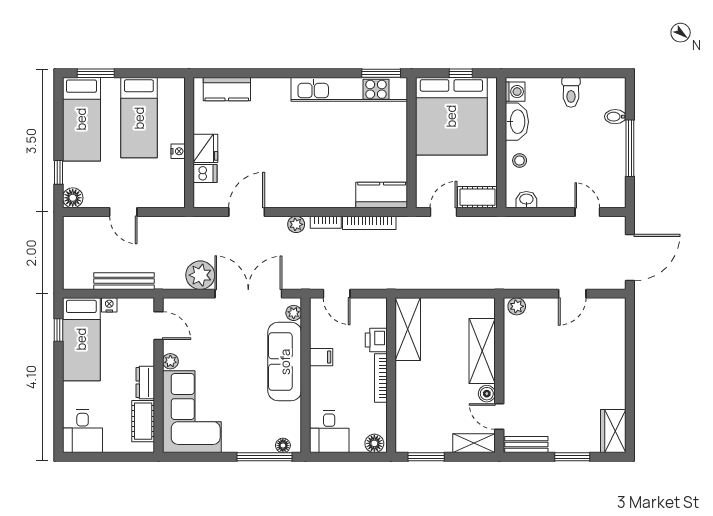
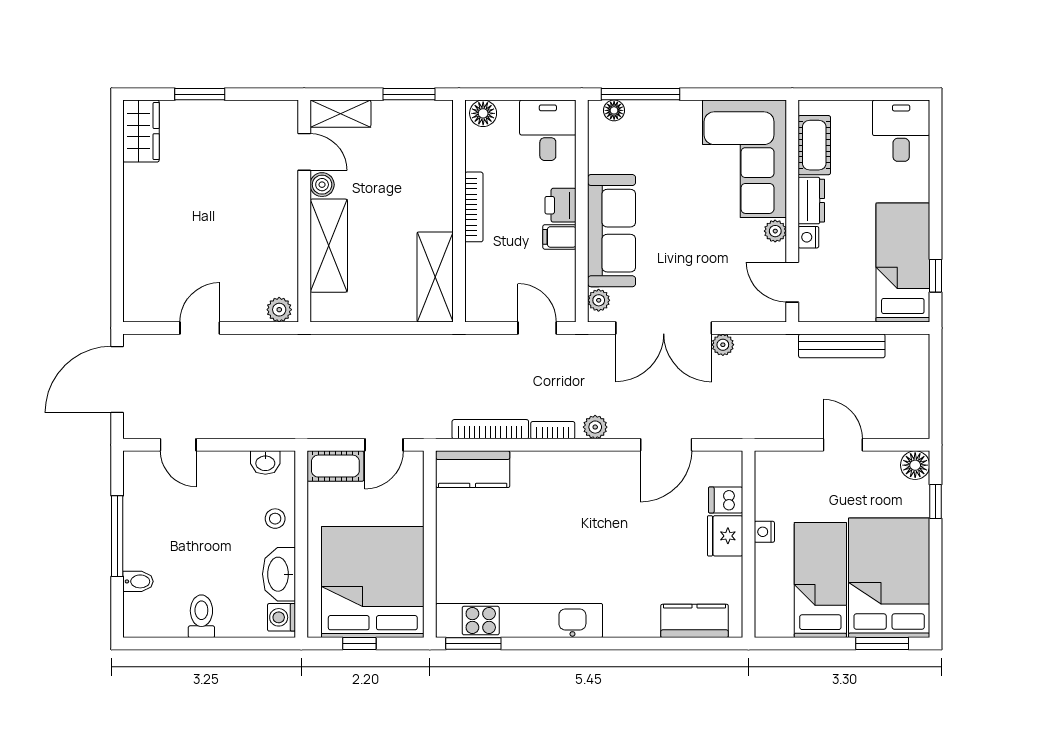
bed: (81, 119) -> (889, 578), width x1.50
plant: (200, 275) -> (723, 345), width x0.53, depth x0.53
nightstand: (109, 305) -> (808, 237), moved, turned 90
printer: (376, 340) -> (561, 205), moved, turned 180
bench: (526, 445) -> (265, 112), removed

